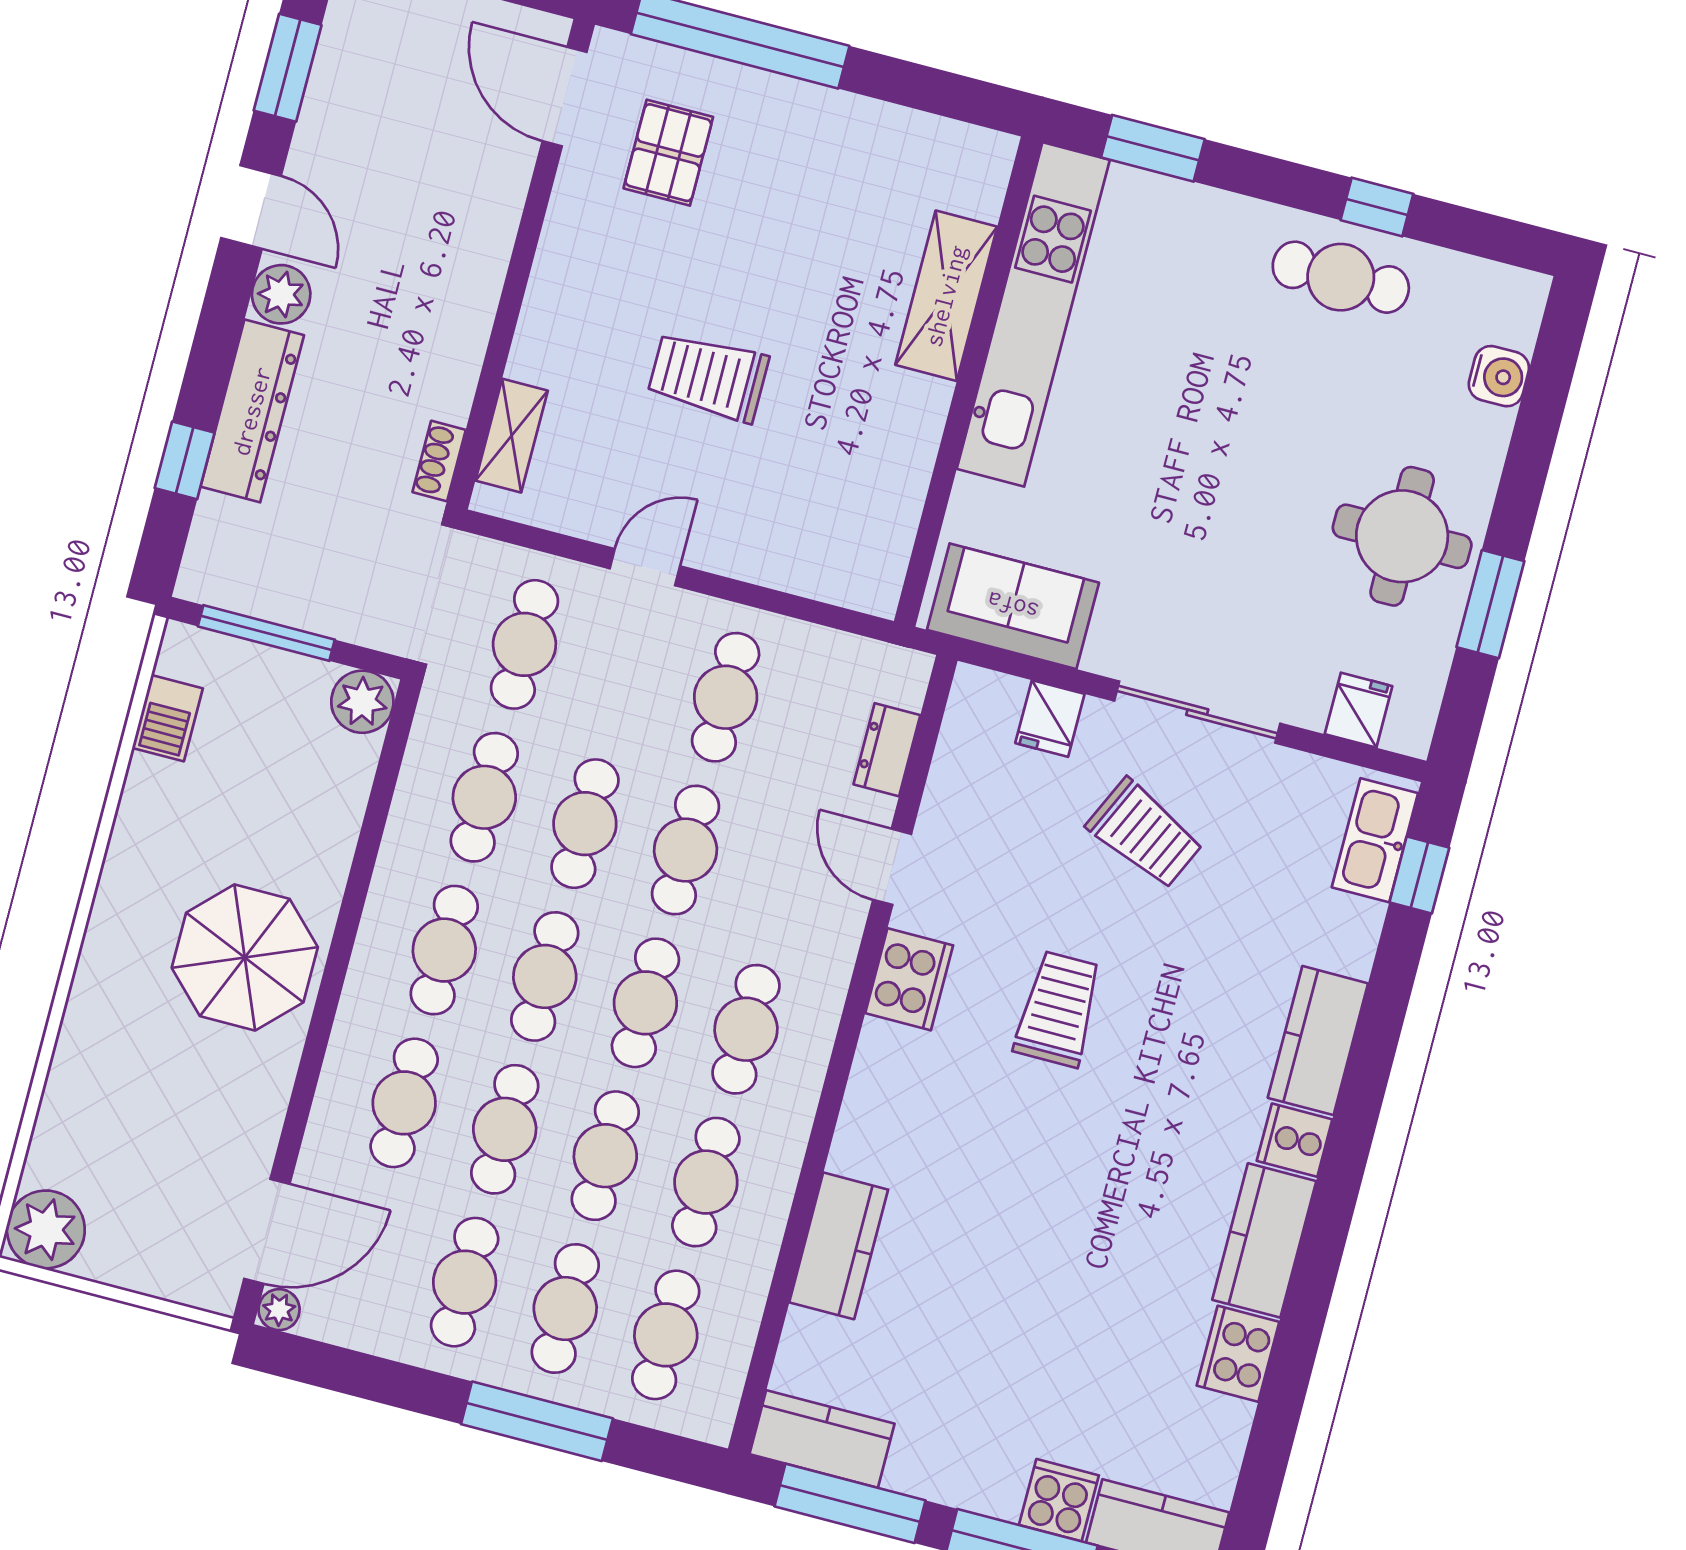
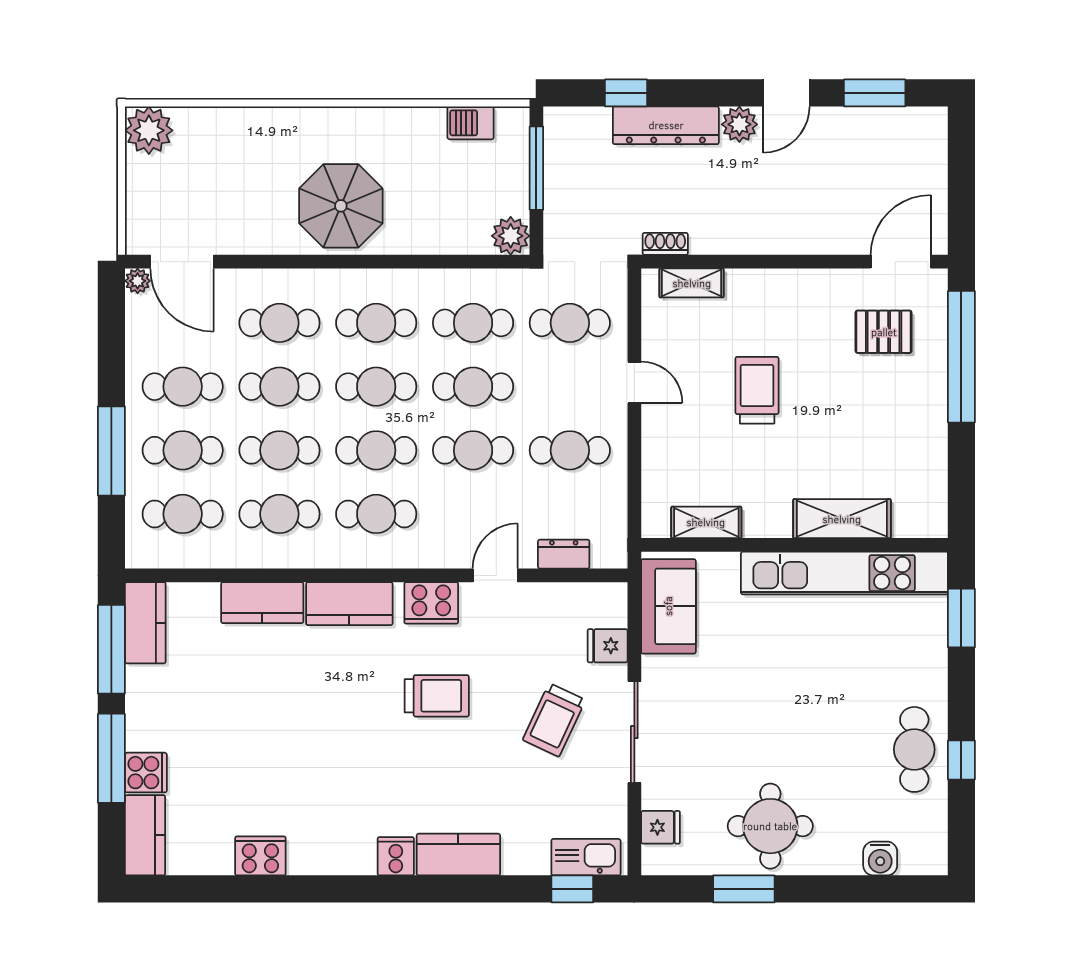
shelving: (896, 512) -> (706, 522), added
kitchen counter: (1264, 1240) -> (349, 604), moved, turned 180

